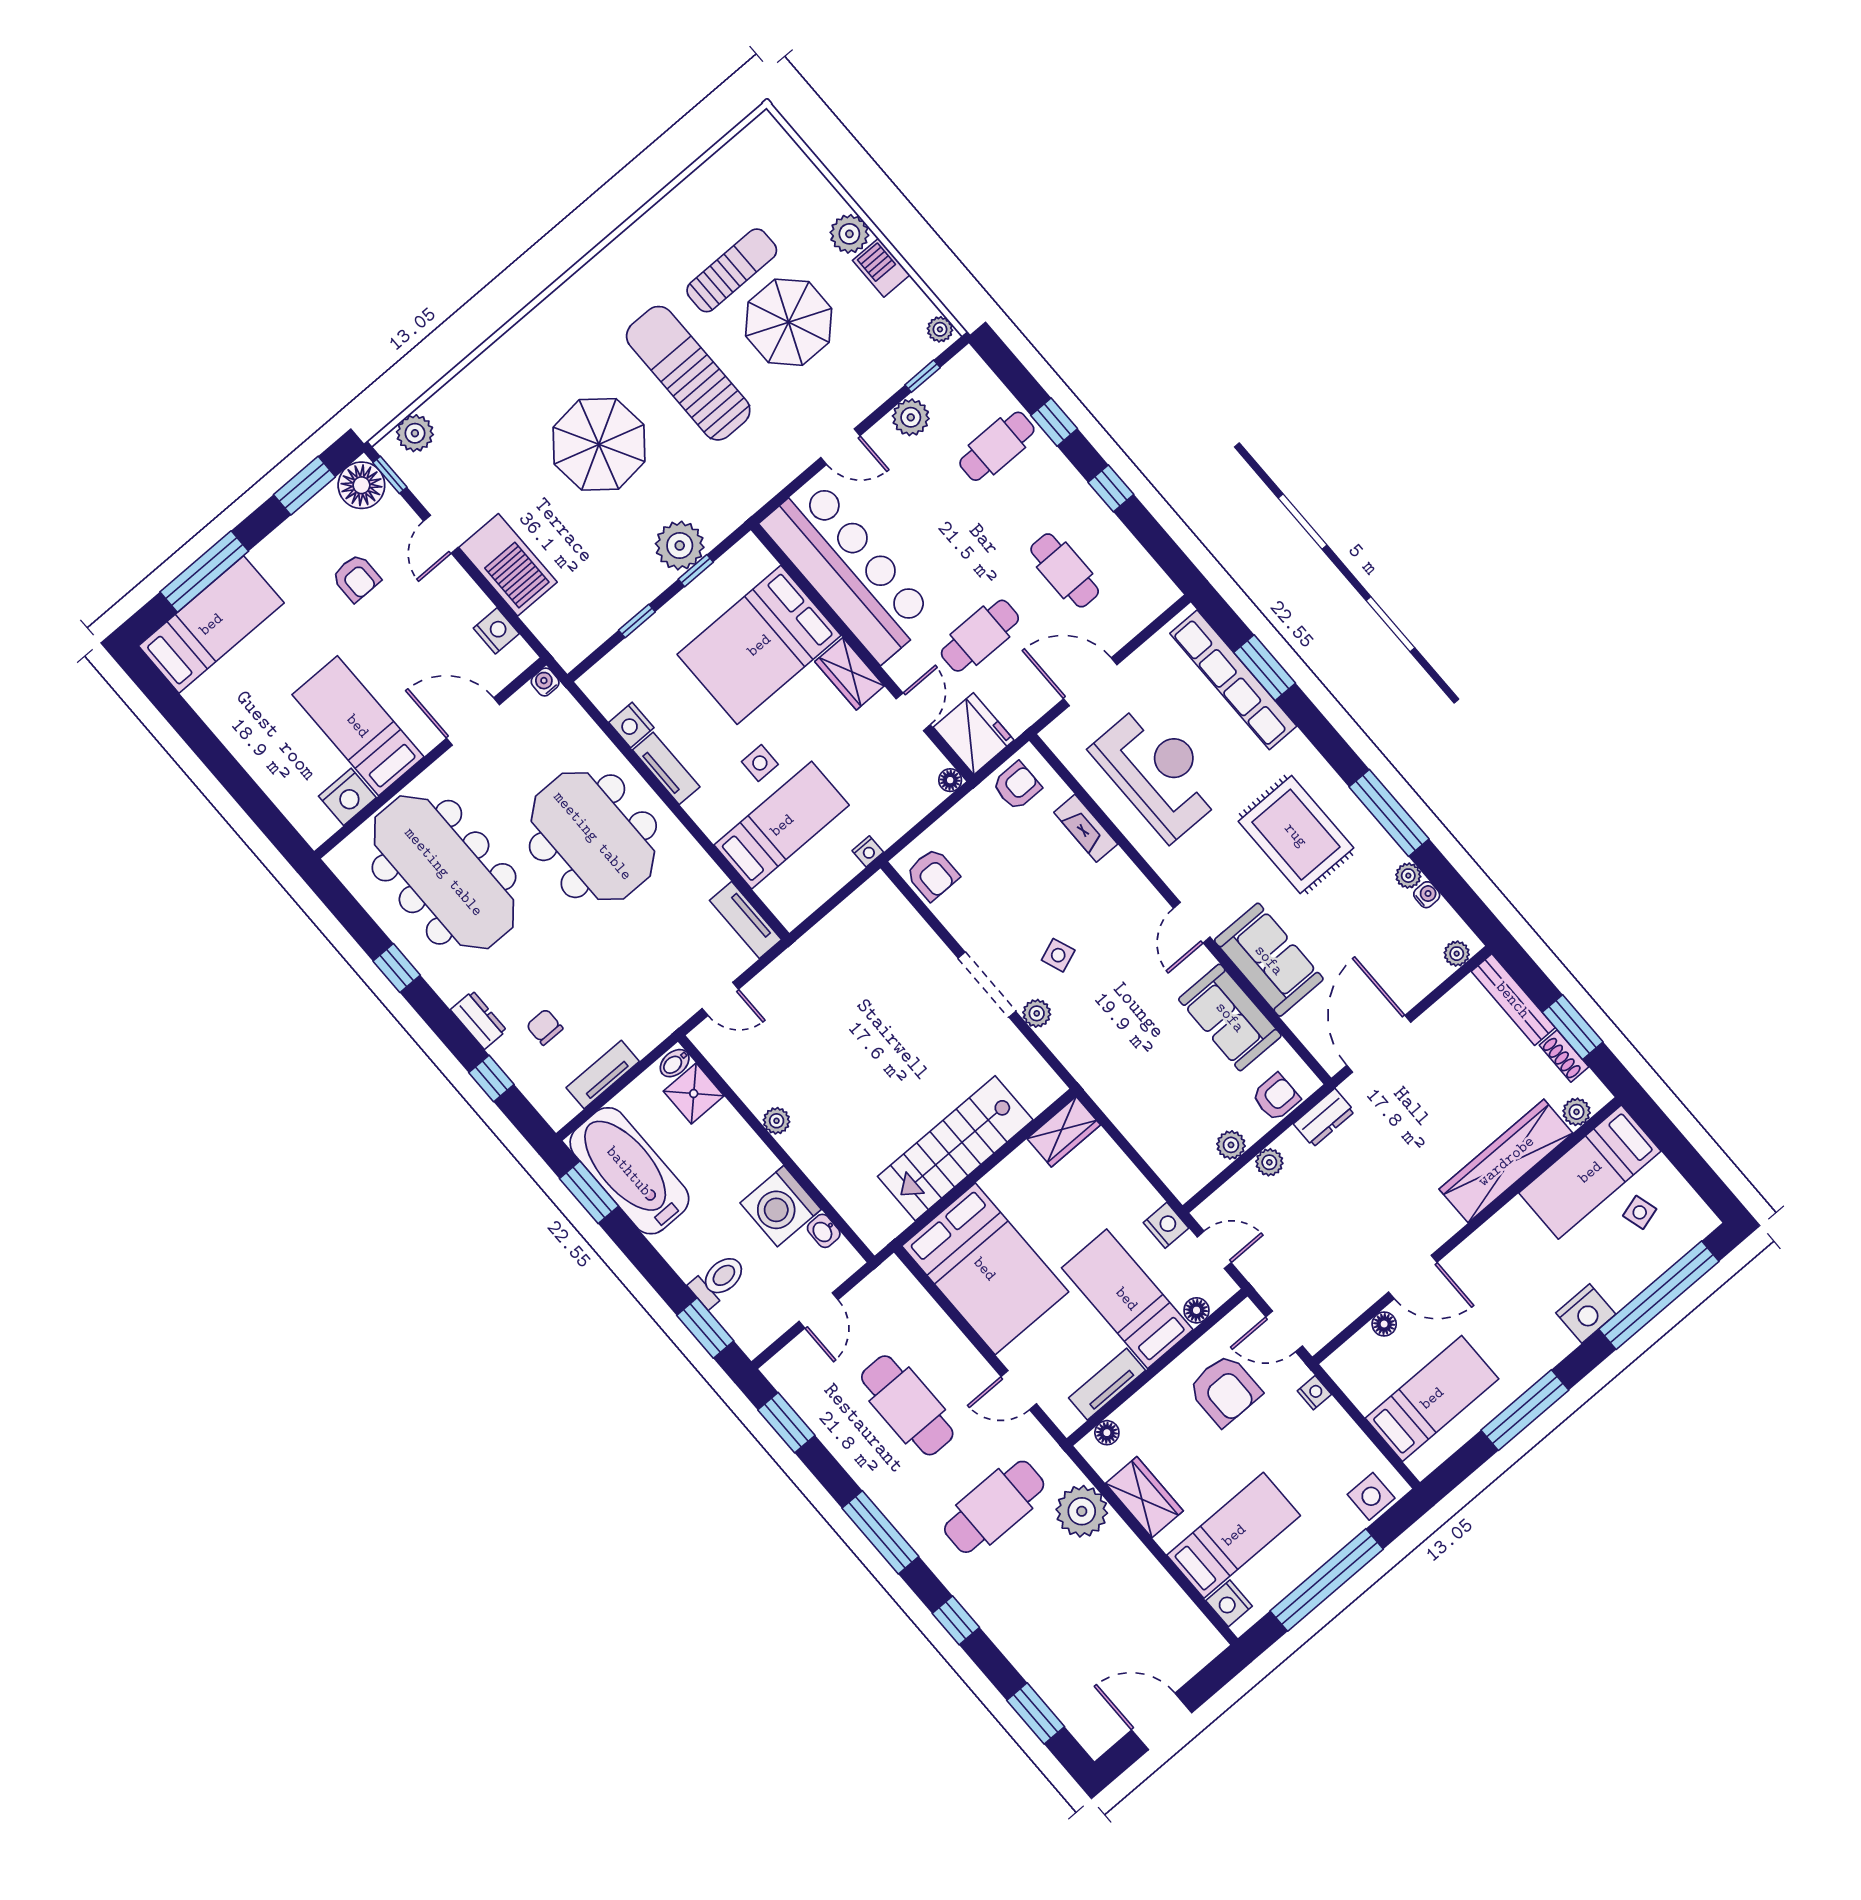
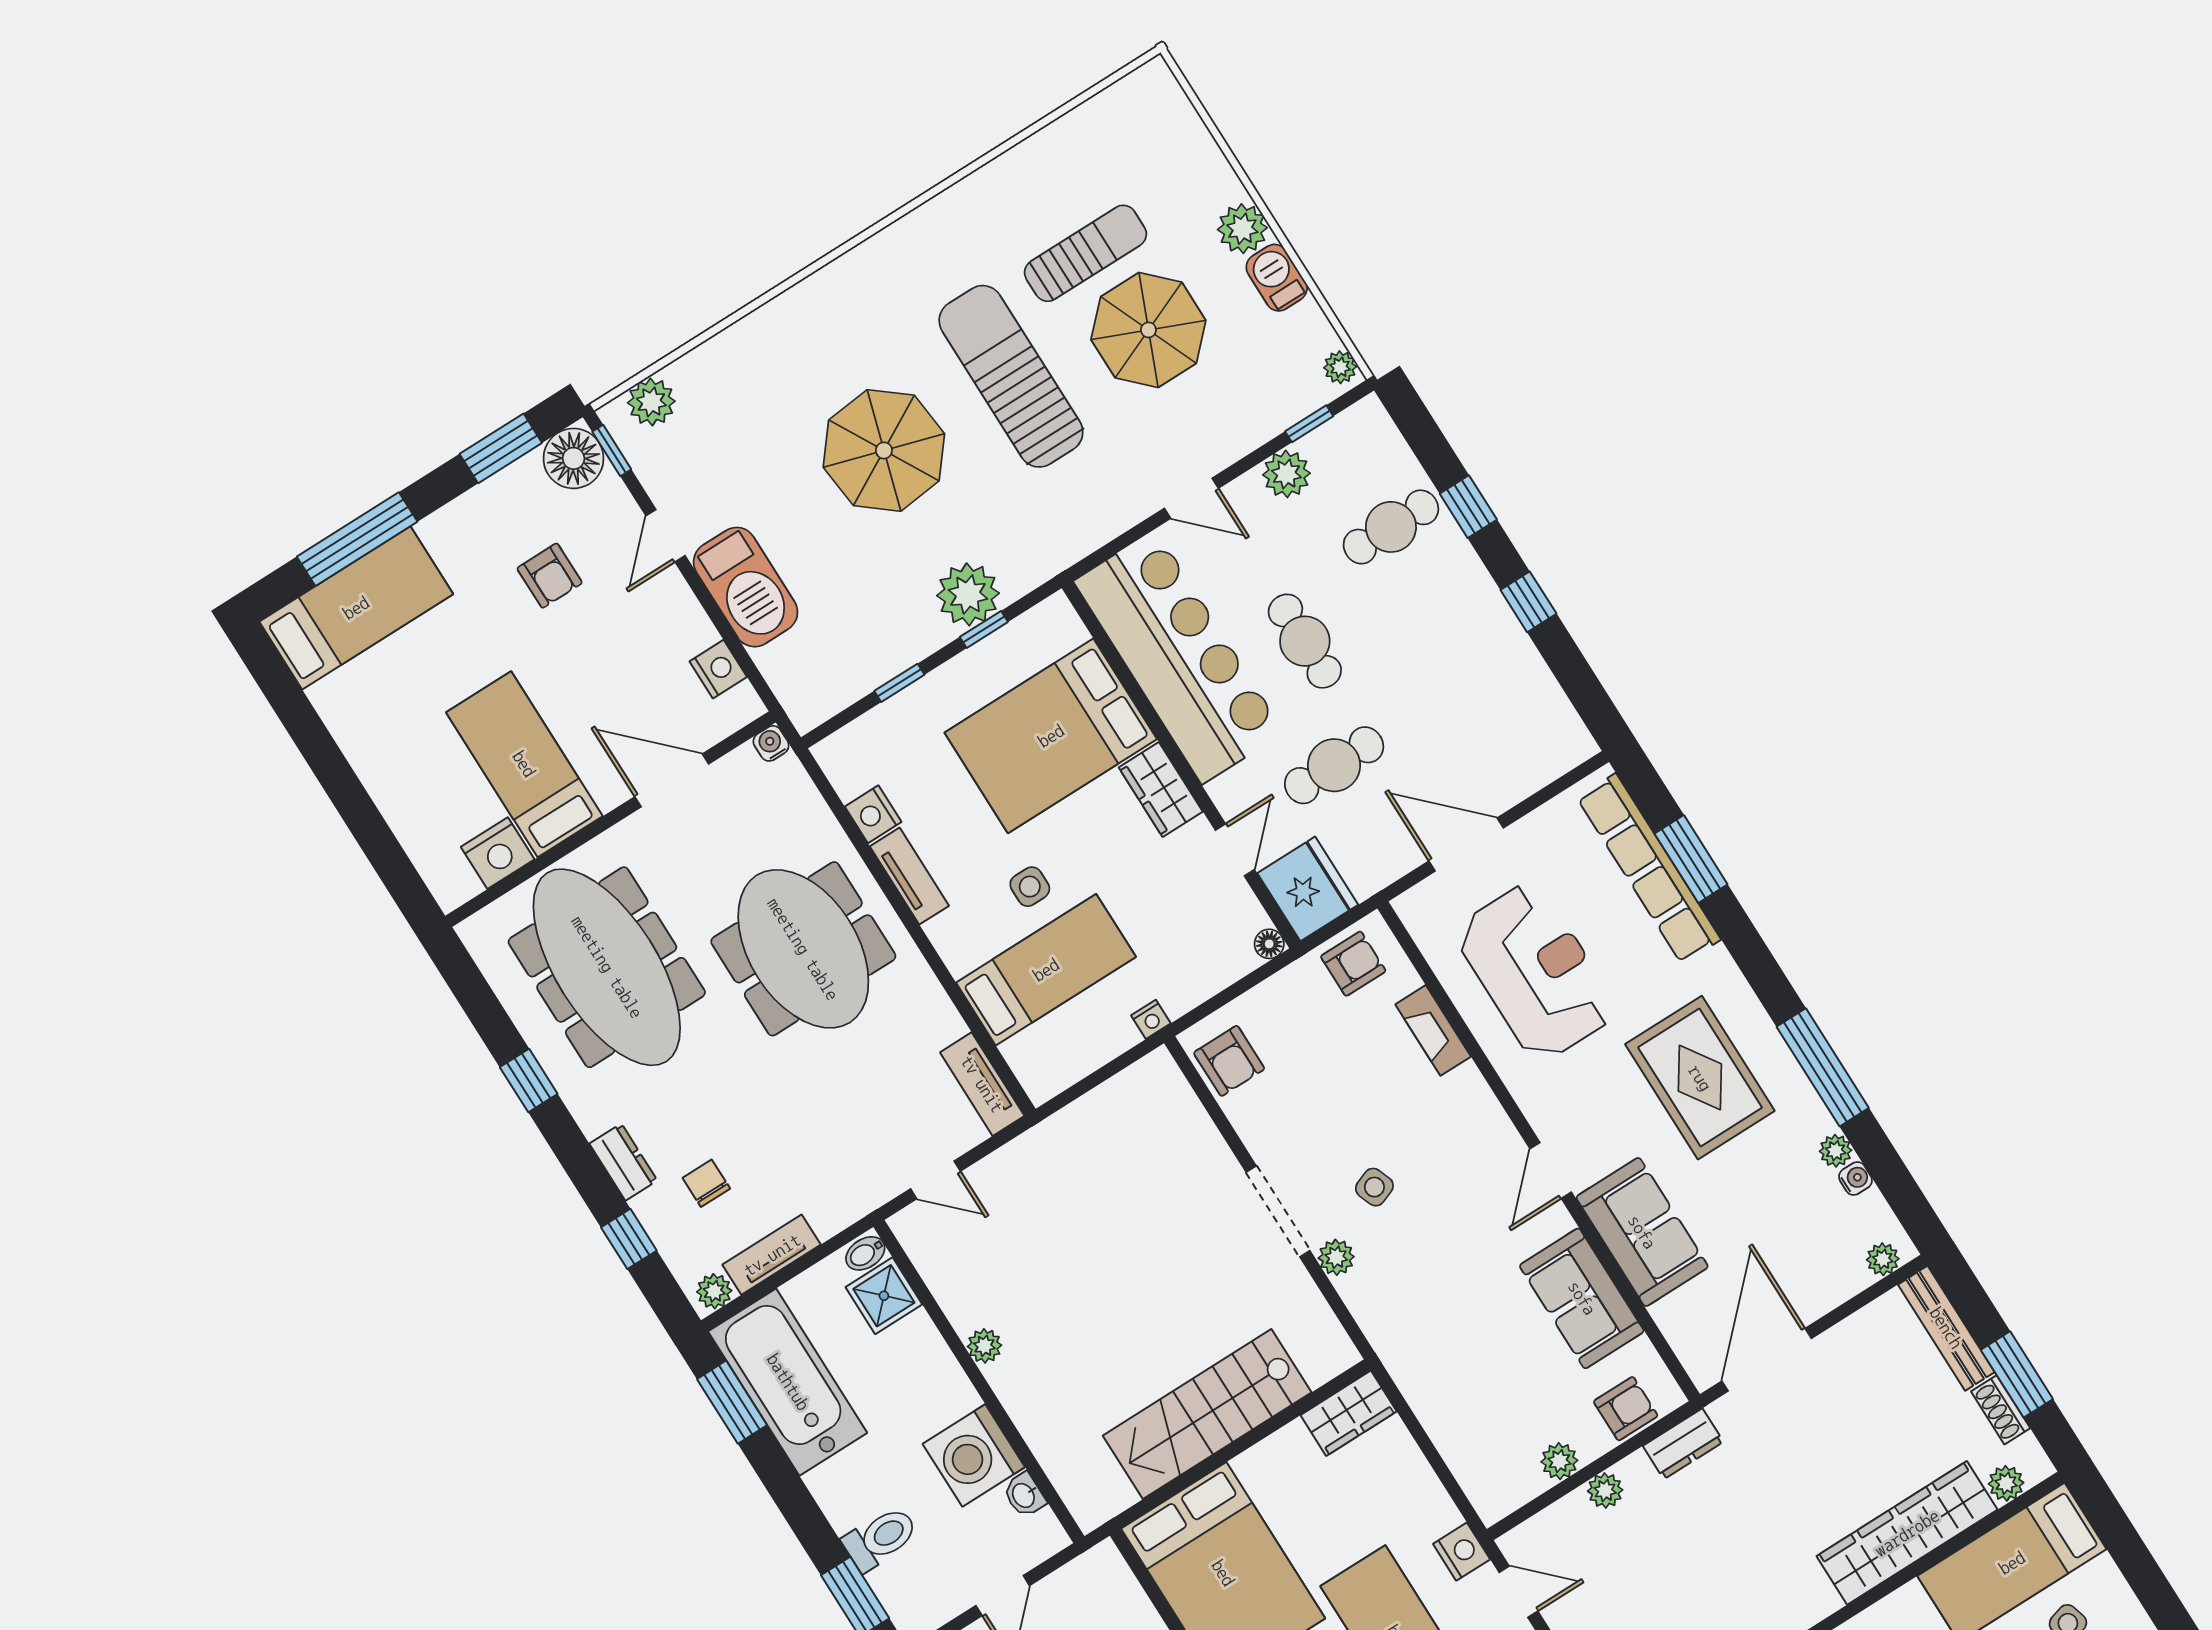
cafe table: (1065, 570) -> (1305, 641), moved
plant: (563, 1109) -> (714, 1291), added

